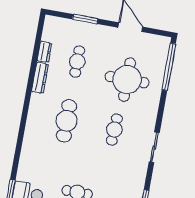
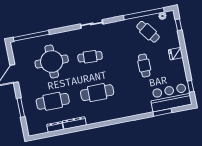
cafe table: (77, 62) -> (53, 101), width x1.37, depth x1.35

